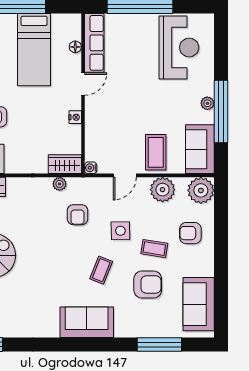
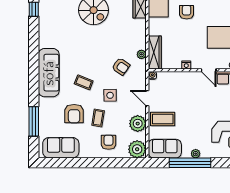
wardrobe: (65, 164) -> (155, 52), width x1.50
armchair: (78, 215) -> (121, 66), turned -145
sofa: (87, 322) -> (49, 73), width x1.36

